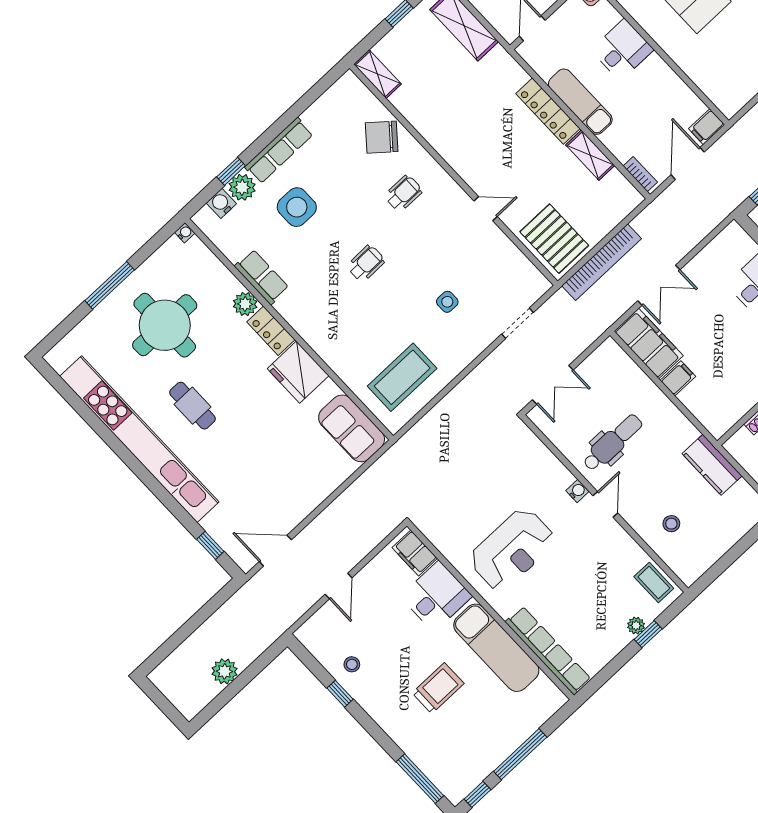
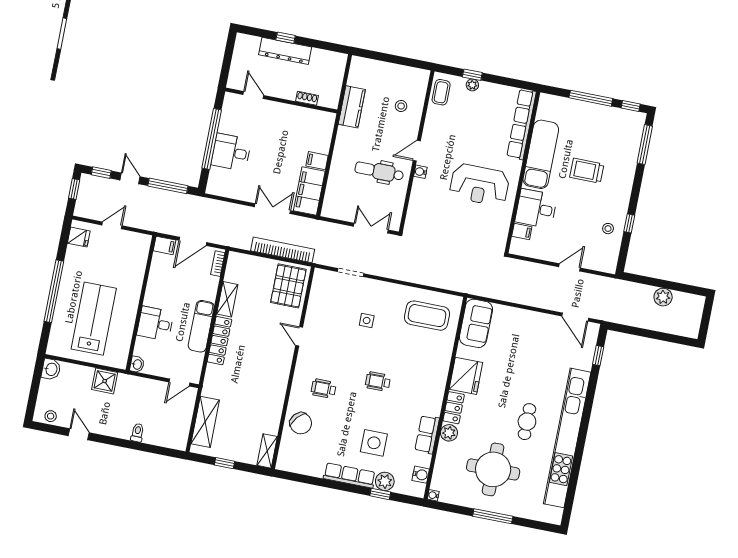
water cooler: (221, 203) -> (421, 475), moved, turned -90
reception desk: (512, 550) -> (479, 185), turned 180
filing cabinet: (415, 553) -> (522, 231), width x0.50

